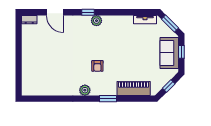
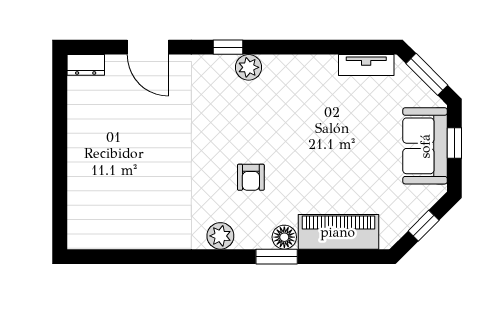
floor lamp: (111, 91) -> (284, 237), added

